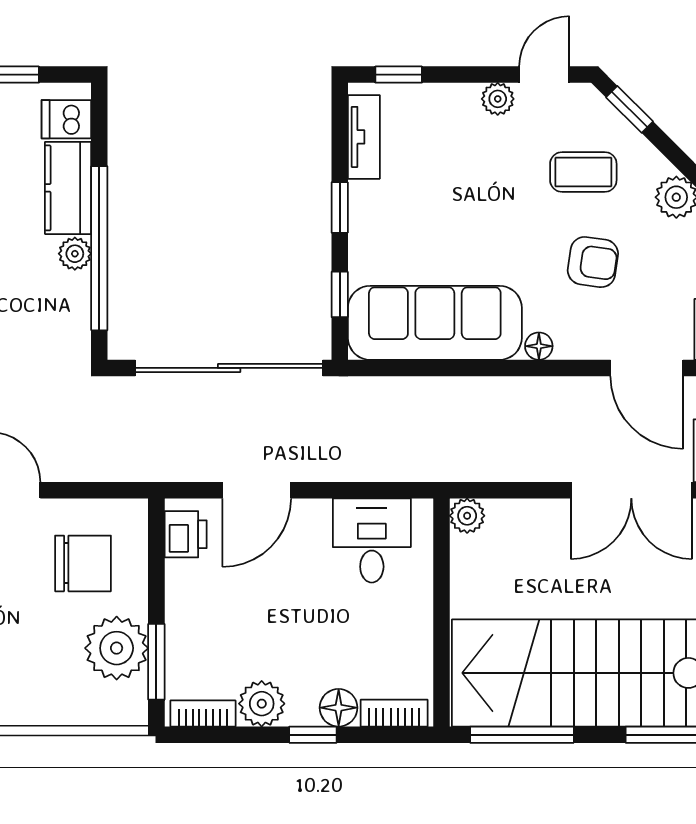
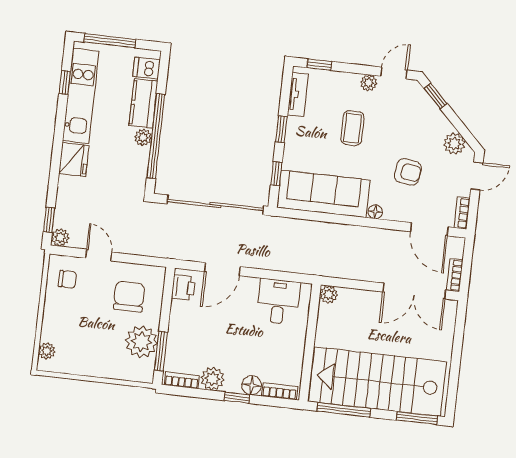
coffee table: (583, 172) -> (352, 128), moved, turned 90
chair: (83, 563) -> (129, 296), turned -90

